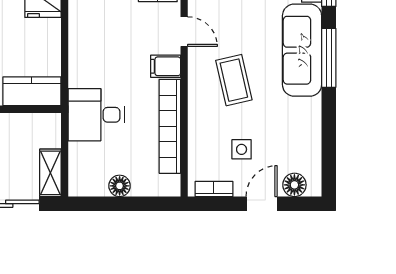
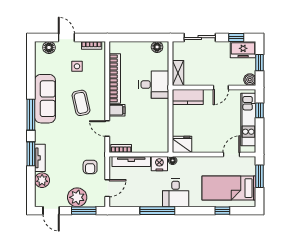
sofa: (302, 50) -> (45, 99), moved
shelving: (50, 173) -> (178, 73), moved
floor lamp: (120, 186) -> (157, 47), moved
door: (262, 204) -> (66, 38), swing flipped

